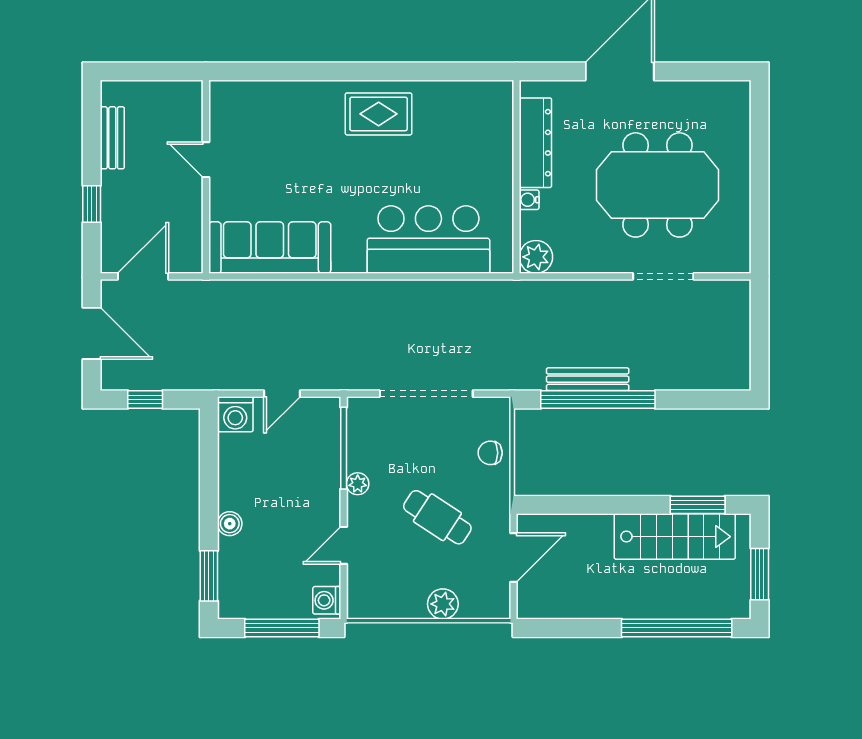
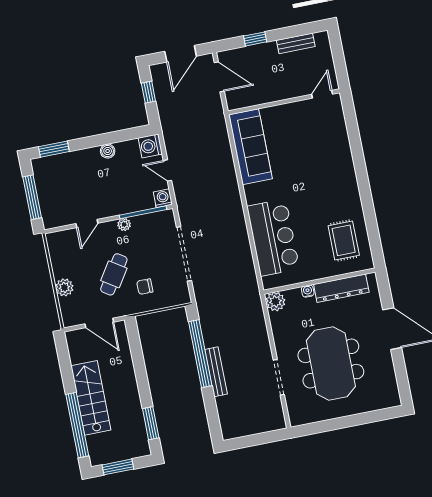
rug: (379, 114) -> (344, 240), moved
door: (206, 160) -> (322, 94), moved
bench: (588, 379) -> (216, 372), moved
chair: (490, 453) -> (145, 287), moved, turned -90
boiler: (230, 524) -> (108, 151), moved
stairs: (675, 537) -> (91, 398), moved, turned 180
door: (344, 545) -> (87, 223), swing flipped
washing machine: (327, 600) -> (163, 198), moved

